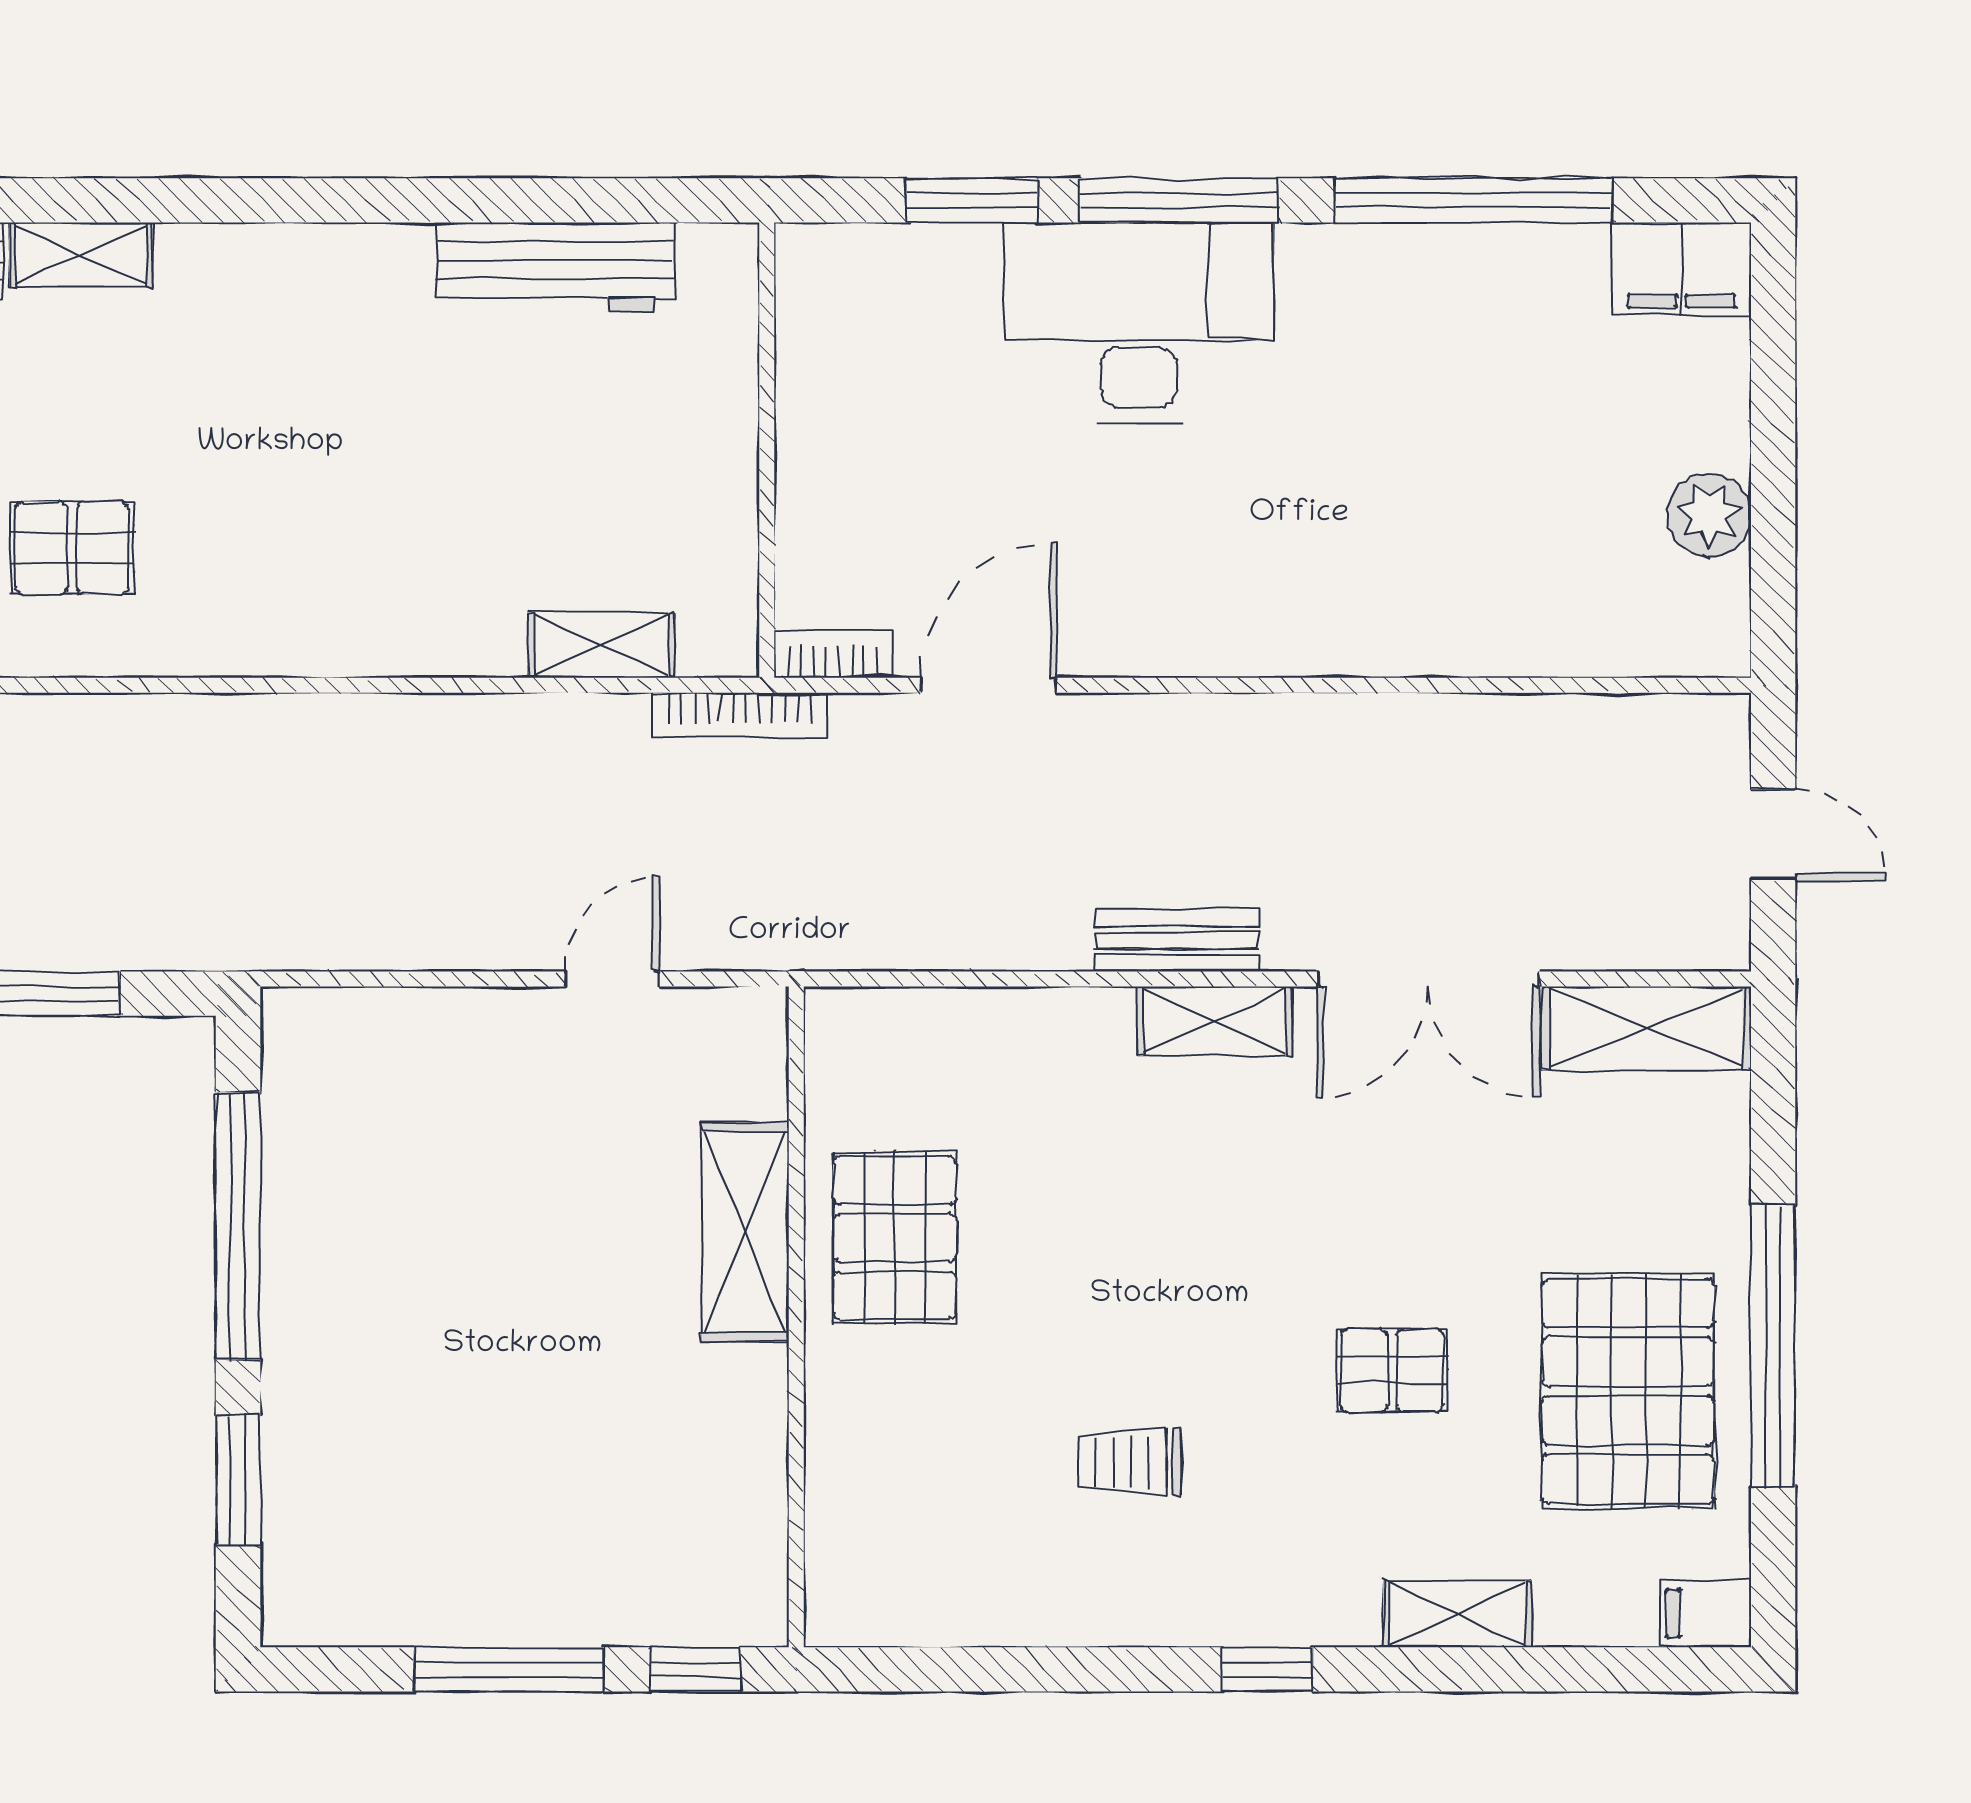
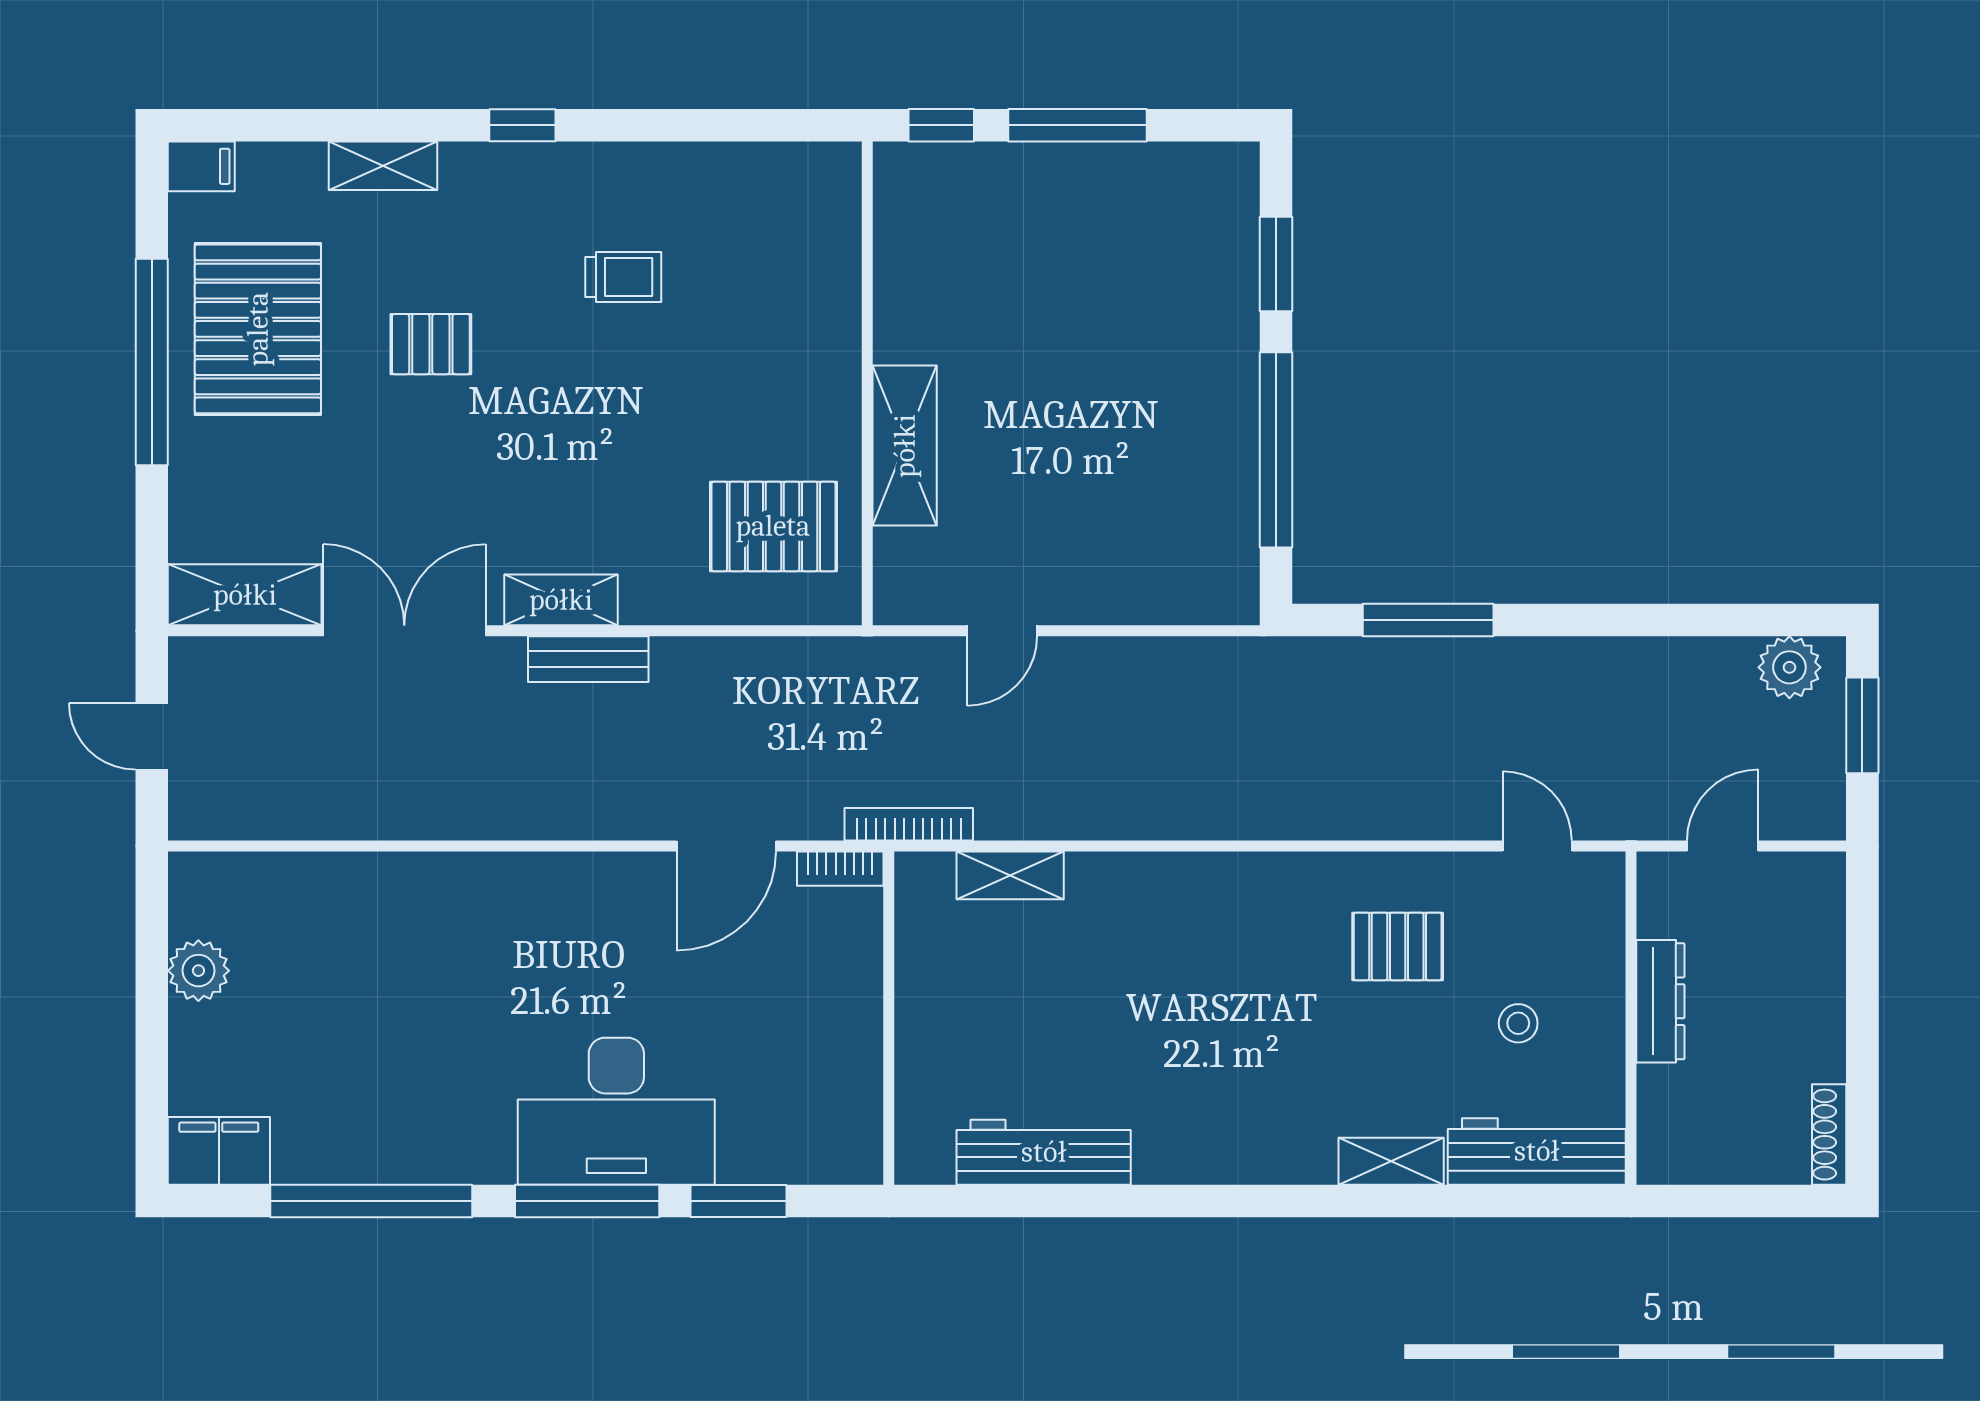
pallet: (895, 1238) -> (773, 526), moved, turned 90

